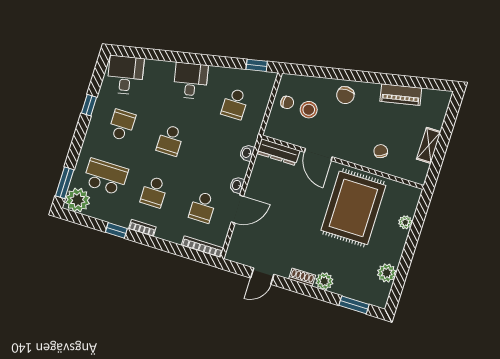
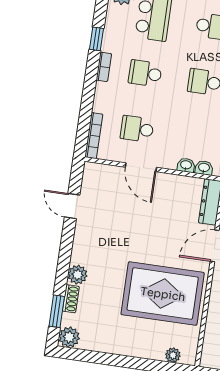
washbasin: (237, 185) -> (186, 165), moved
plant: (405, 222) -> (173, 355), moved
plant: (387, 273) -> (69, 337), moved
shoe rack: (302, 277) -> (71, 299), moved

